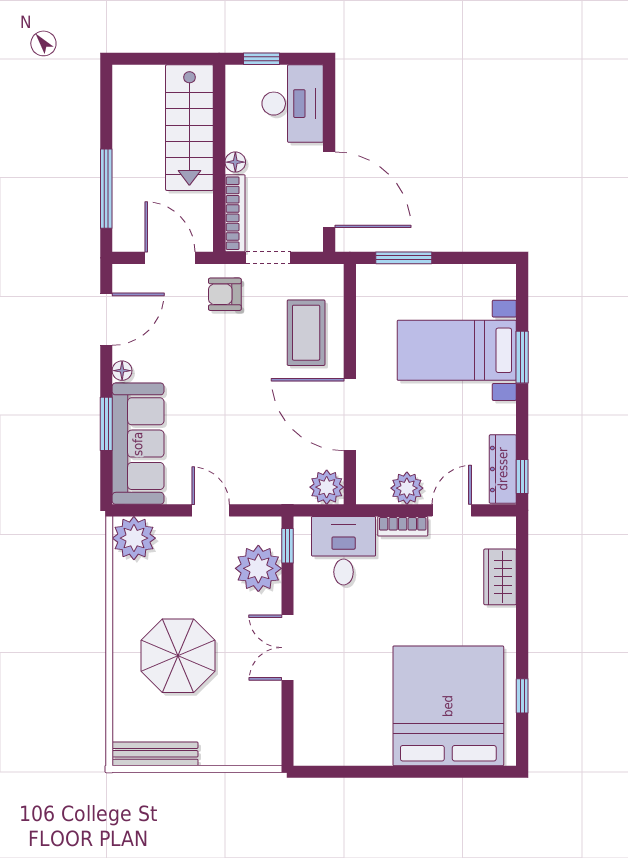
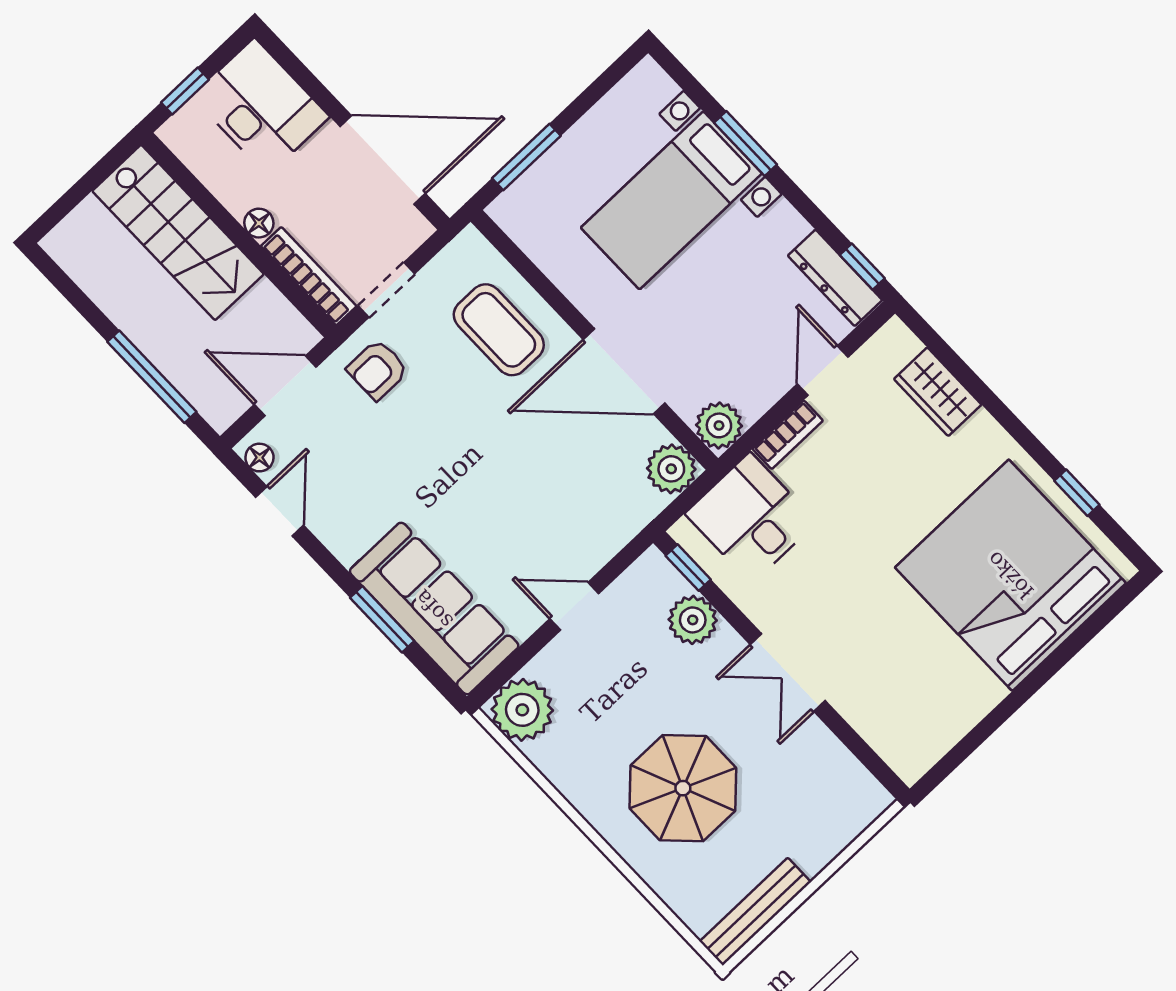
door: (106, 319) -> (280, 511), width x0.73
floor lamp: (122, 371) -> (259, 458), moved
plant: (407, 488) -> (719, 425), moved
plant: (258, 568) -> (693, 620), width x0.73, depth x0.73

